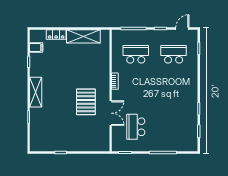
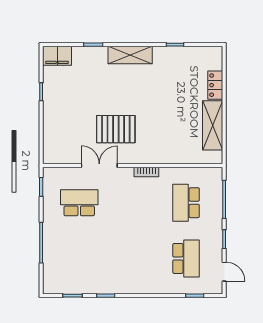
filing cabinet: (36, 47) -> (57, 56), moved, width x2.00
school desk: (136, 54) -> (186, 203), turned 180
double door: (111, 113) -> (99, 165), swing flipped

